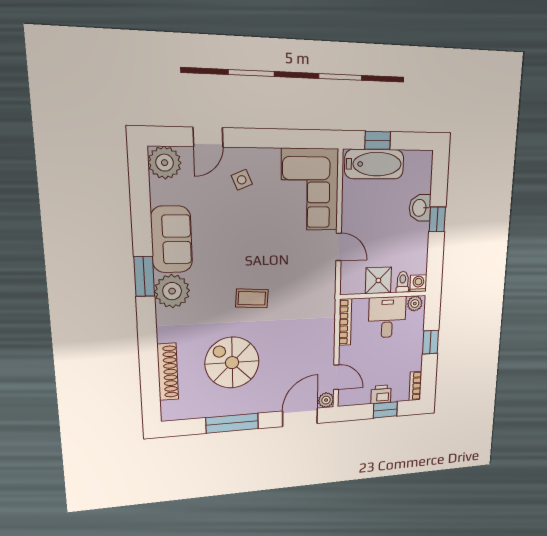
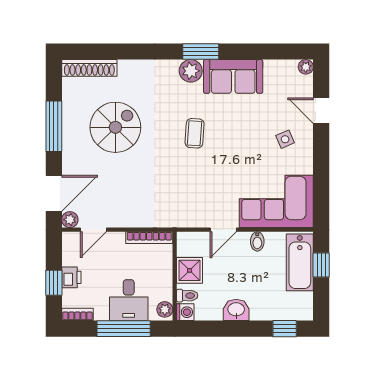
plant: (165, 163) -> (306, 67), width x0.53, depth x0.53
washbasin: (420, 208) -> (236, 310), moved
bidet: (351, 210) -> (257, 241), added
window: (437, 219) -> (285, 329), moved
plant: (172, 291) -> (191, 71), width x0.73, depth x0.73
coffee table: (252, 298) -> (195, 133), moved
desk: (387, 317) -> (129, 300), moved, turned 90
window: (431, 342) -> (124, 329), width x2.17
shoe rack: (168, 372) -> (89, 68), moved
door: (300, 417) -> (54, 193), hinge flipped

